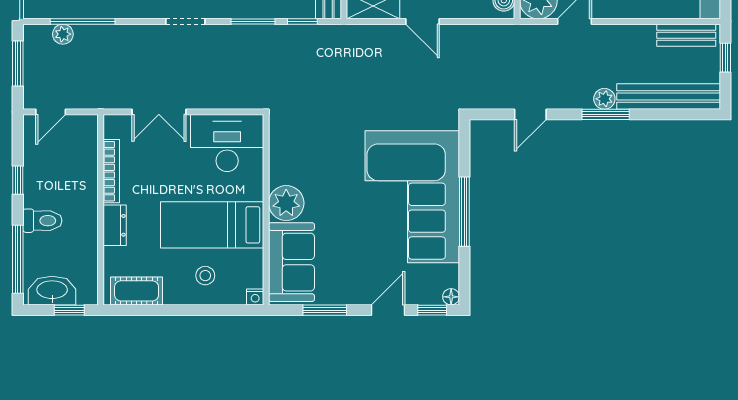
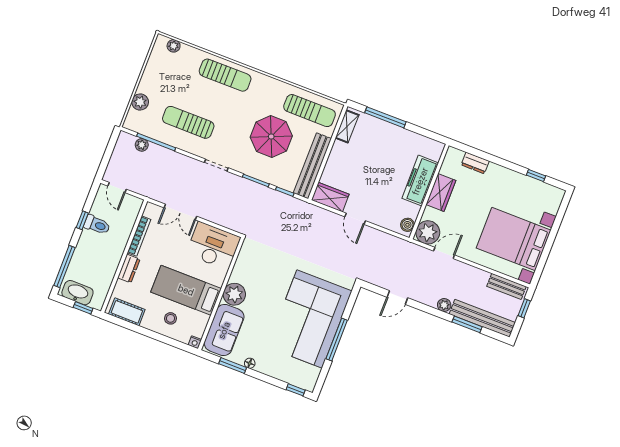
window: (18, 63) -> (109, 152), removed
door: (51, 112) -> (117, 188), hinge flipped
window: (606, 114) -> (467, 324), moved
toilet: (42, 221) -> (97, 225), moved
floor lamp: (451, 297) -> (250, 363), moved
door: (388, 310) -> (270, 380), removed

